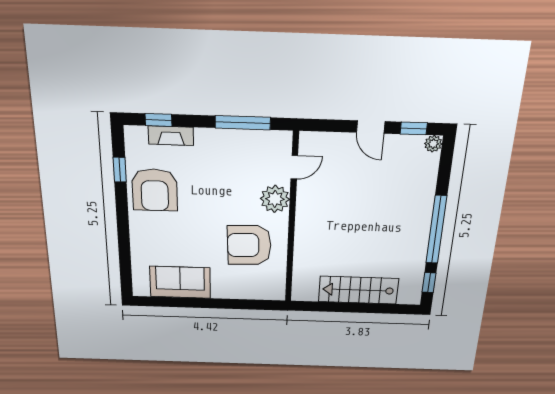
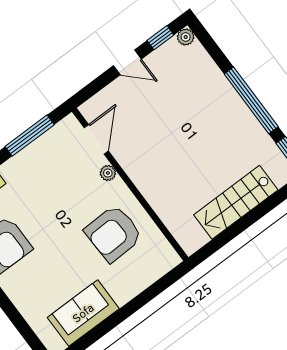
door: (294, 167) -> (96, 139), width x1.38
plant: (275, 199) -> (108, 173), width x0.53, depth x0.53

